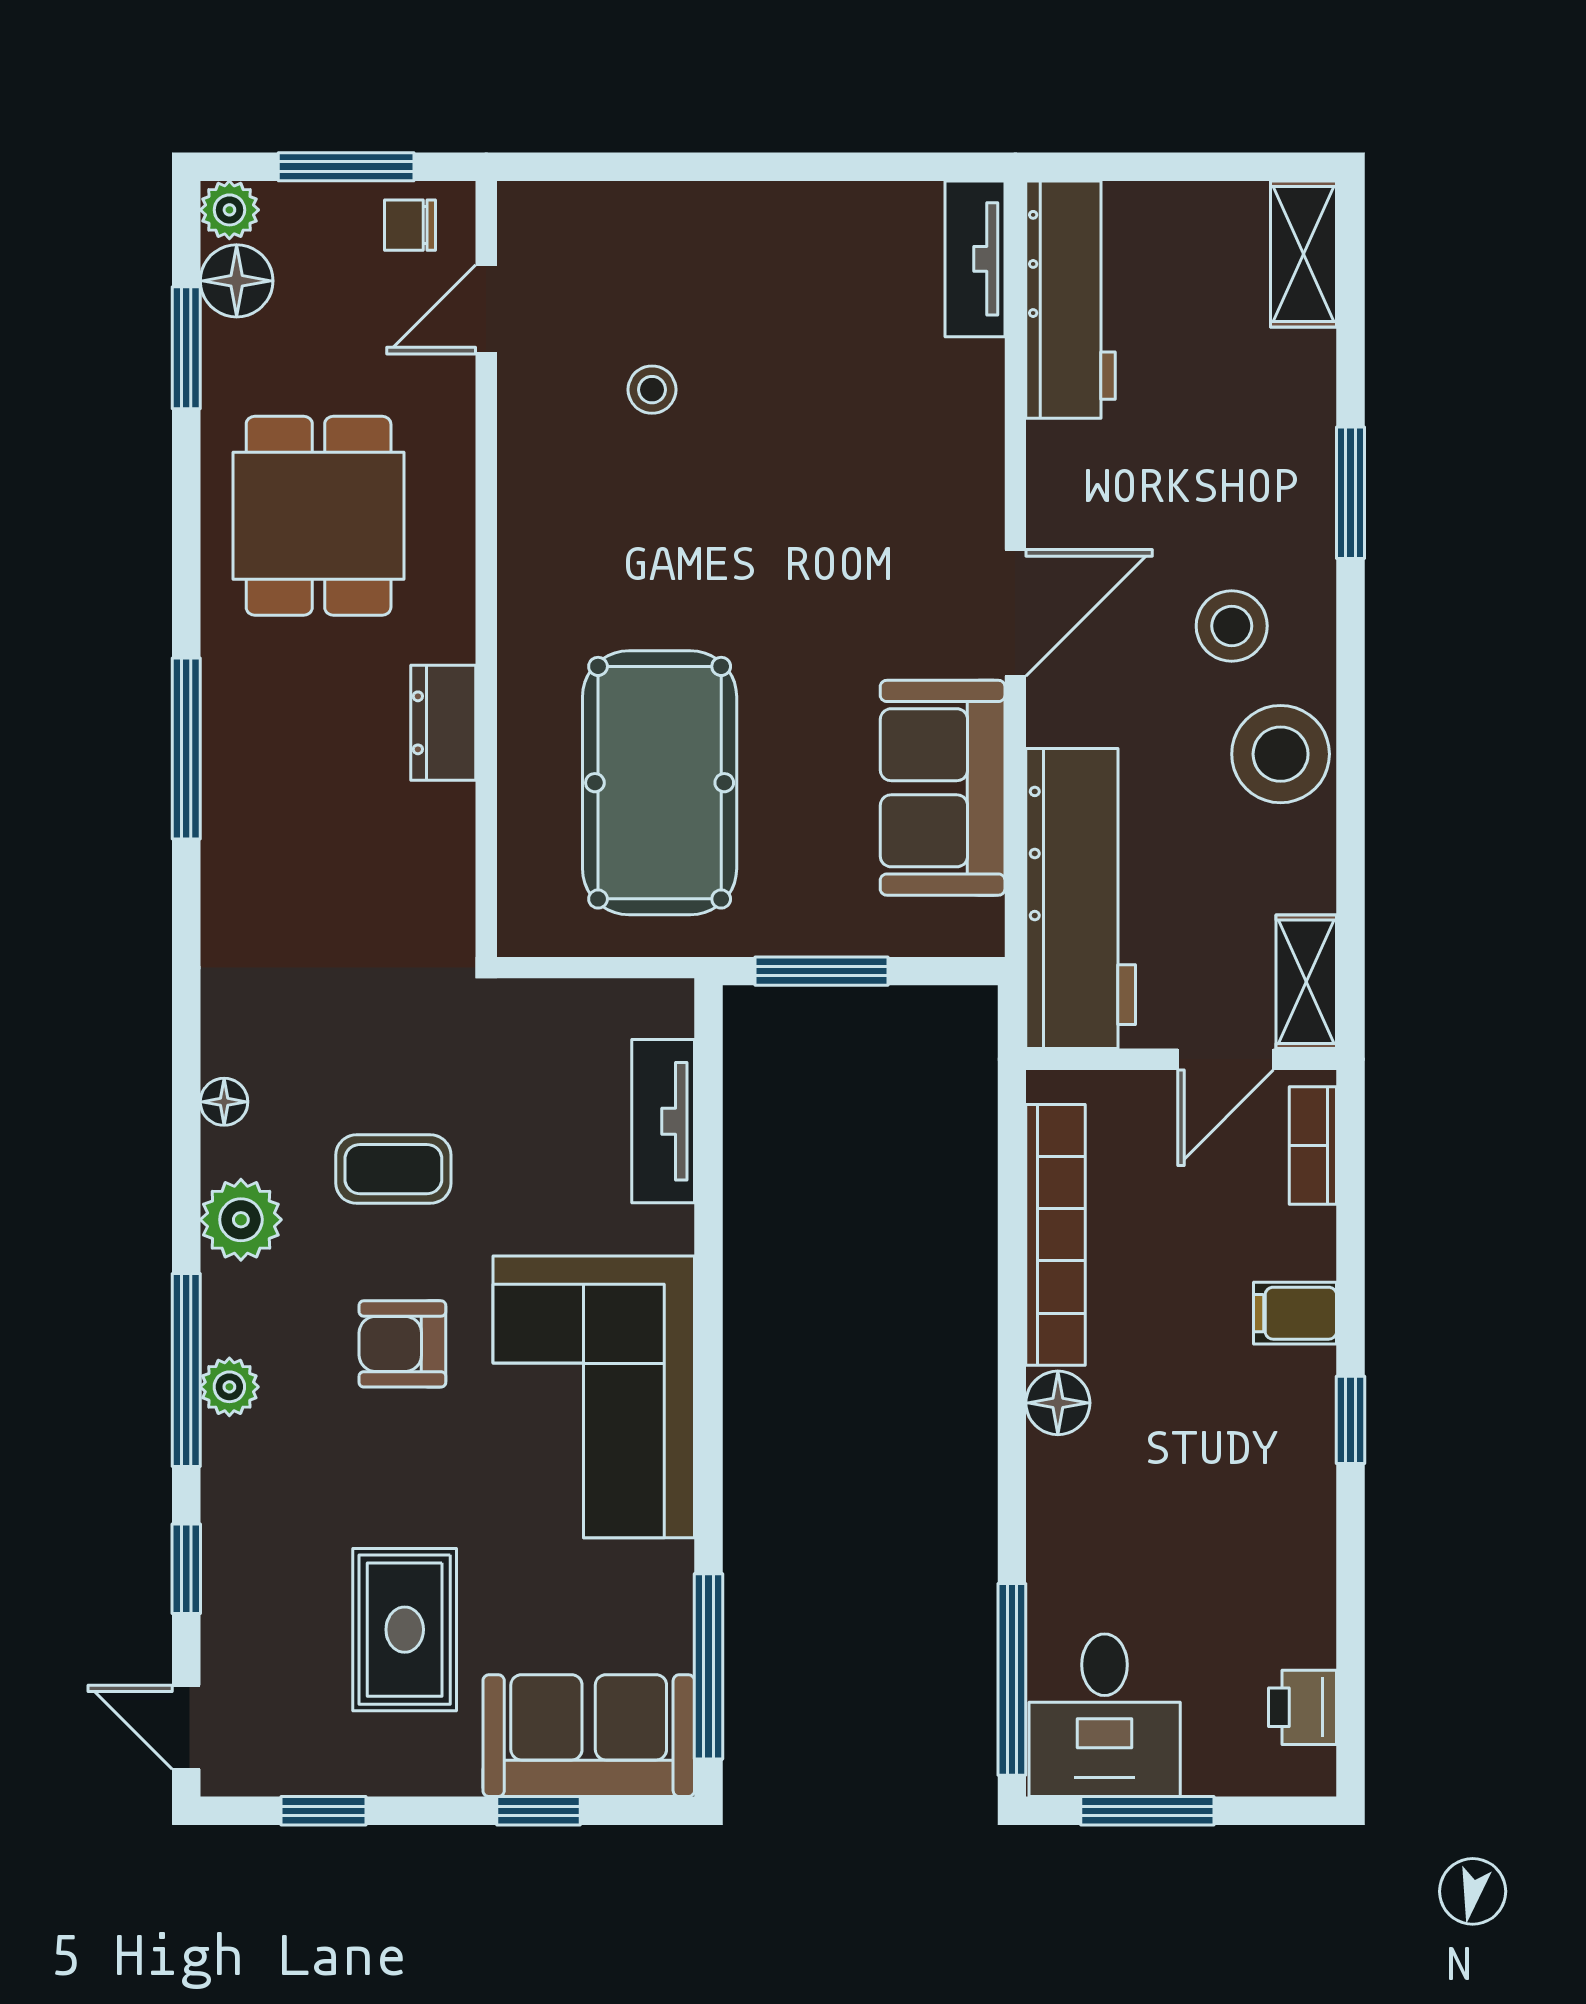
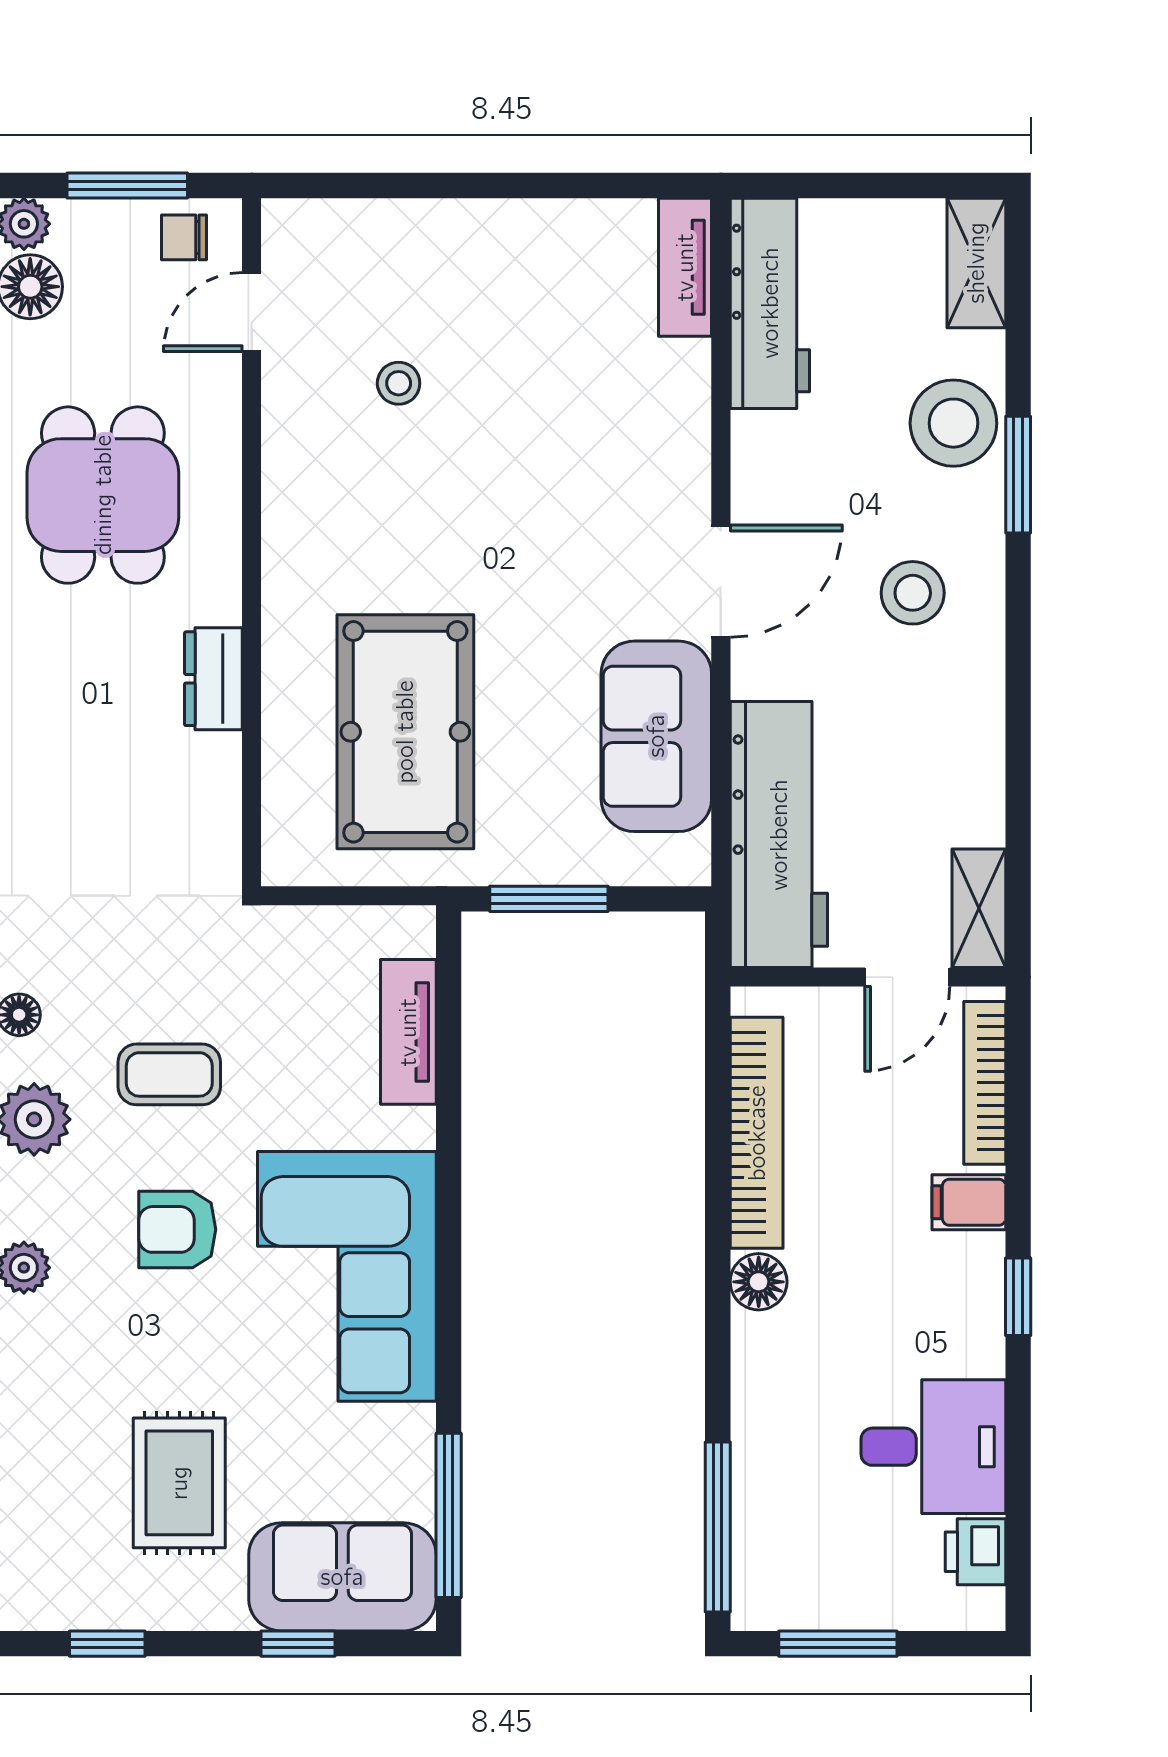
stool: (1281, 754) -> (953, 423), moved
bookcase: (1313, 1145) -> (985, 1083), width x1.56
desk: (1105, 1715) -> (933, 1447), moved, turned -90

